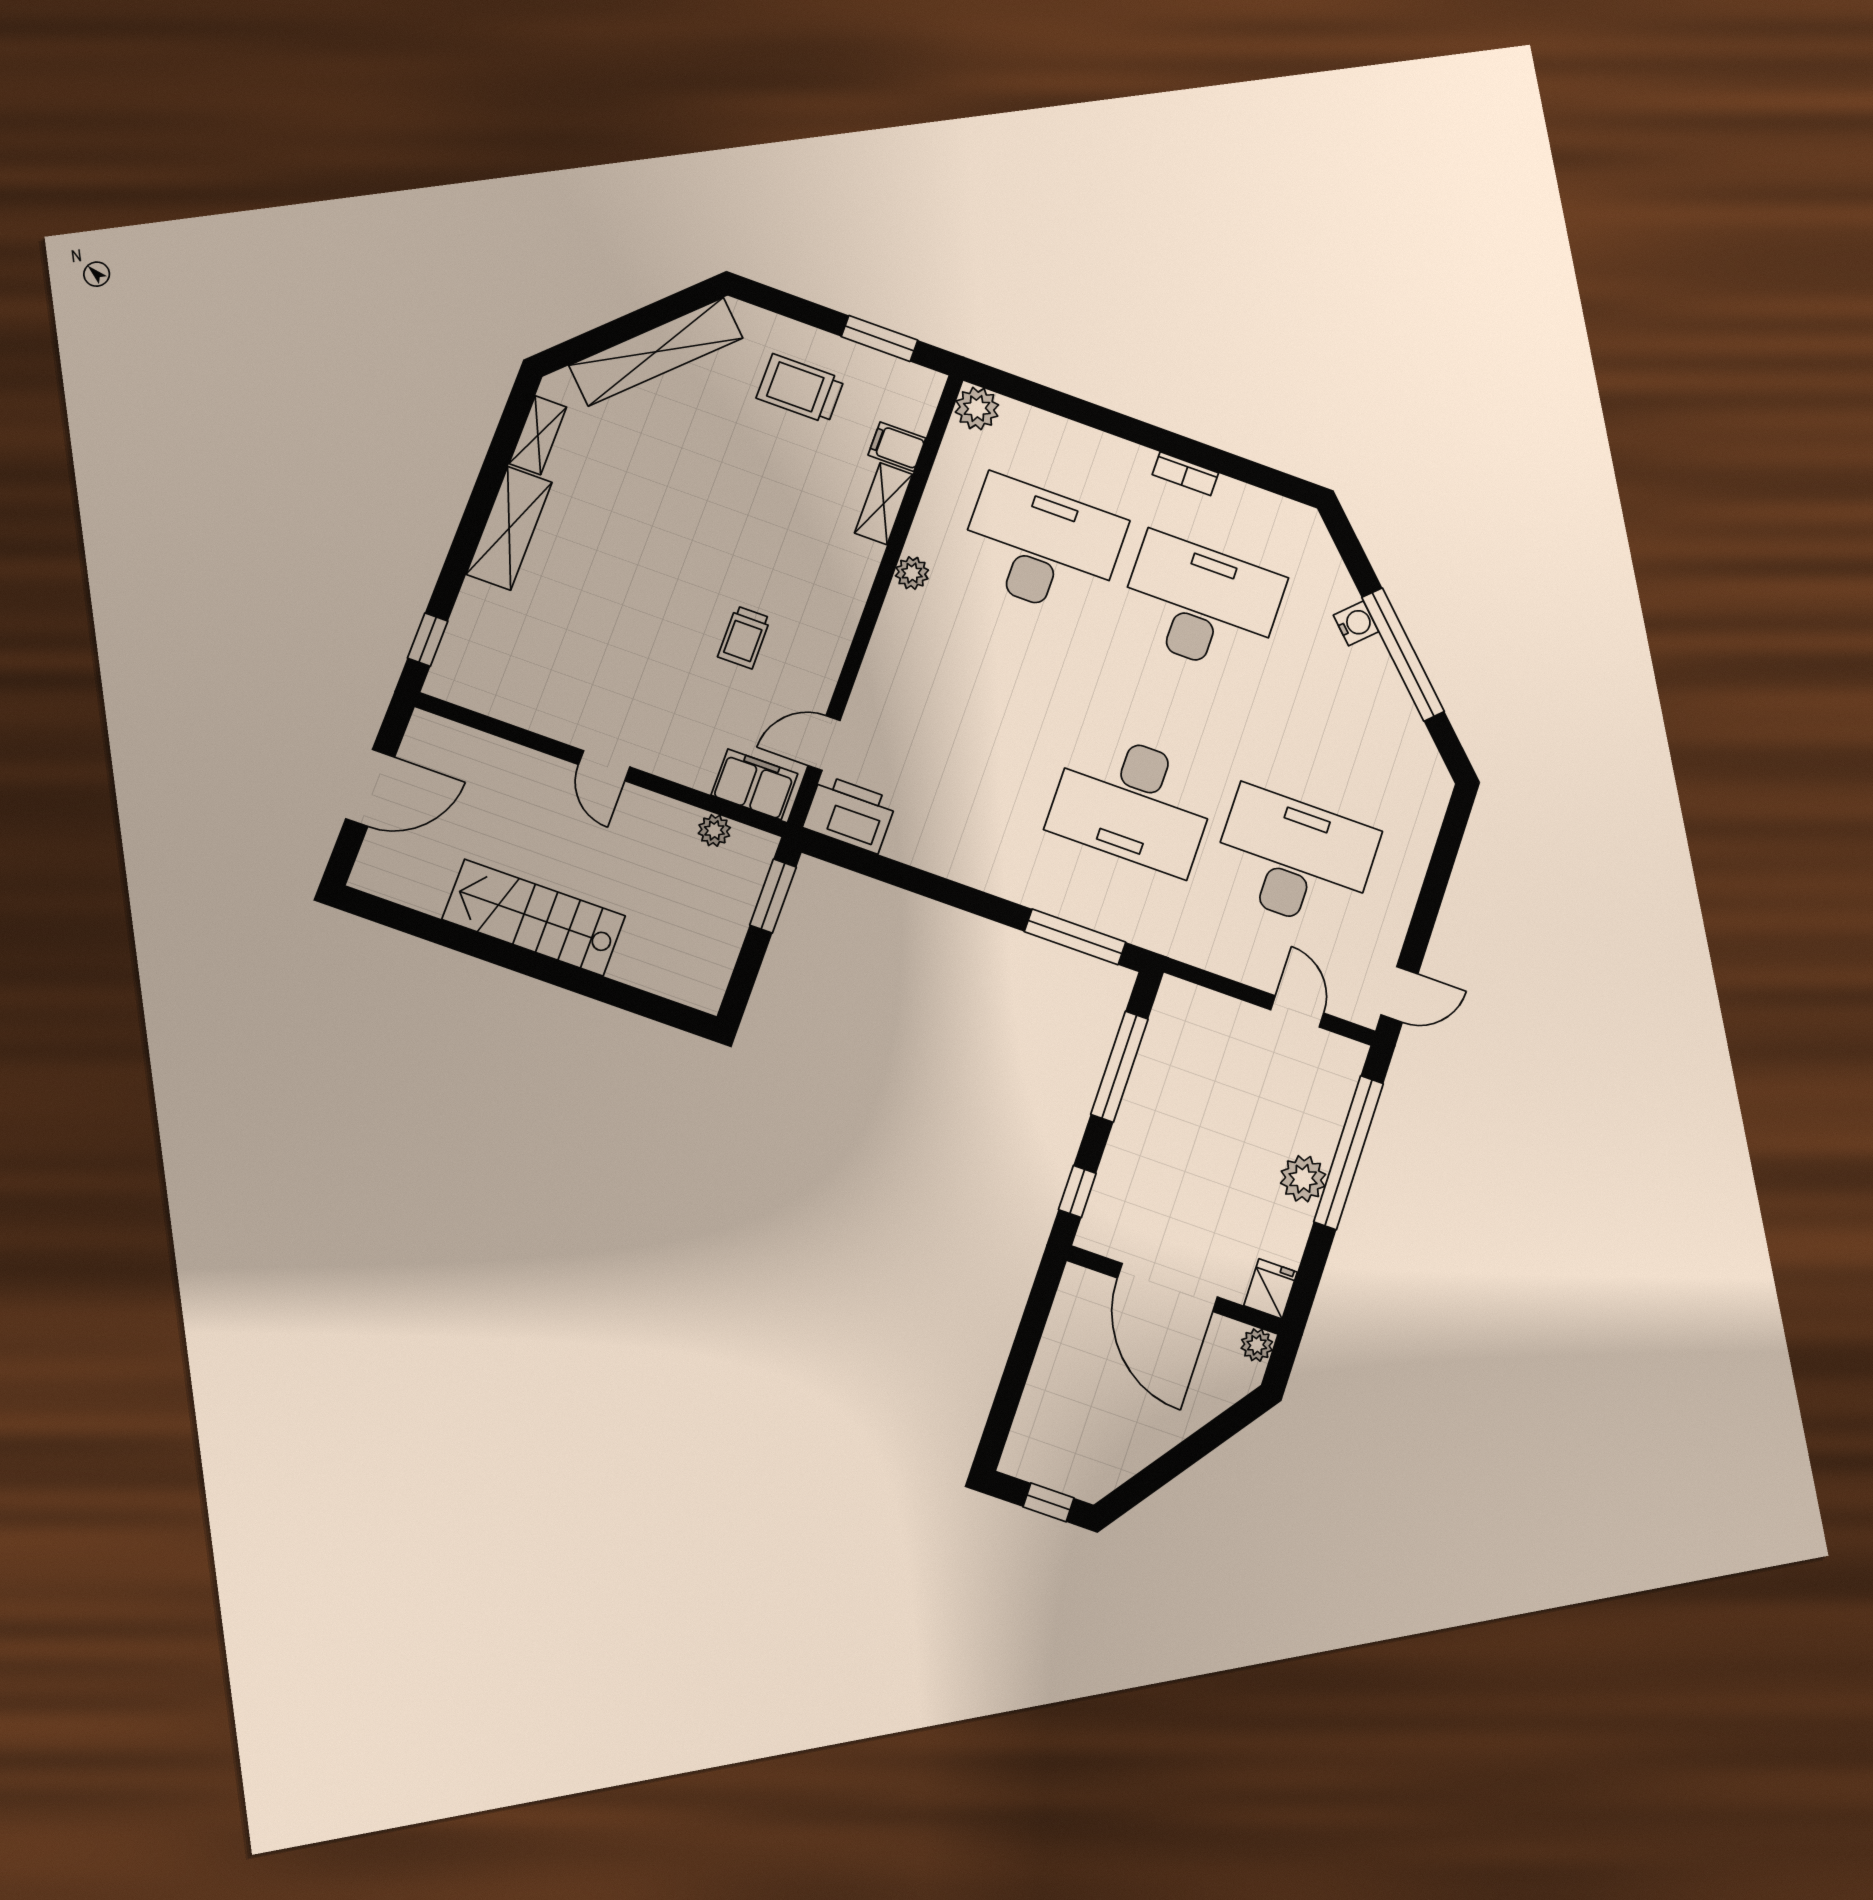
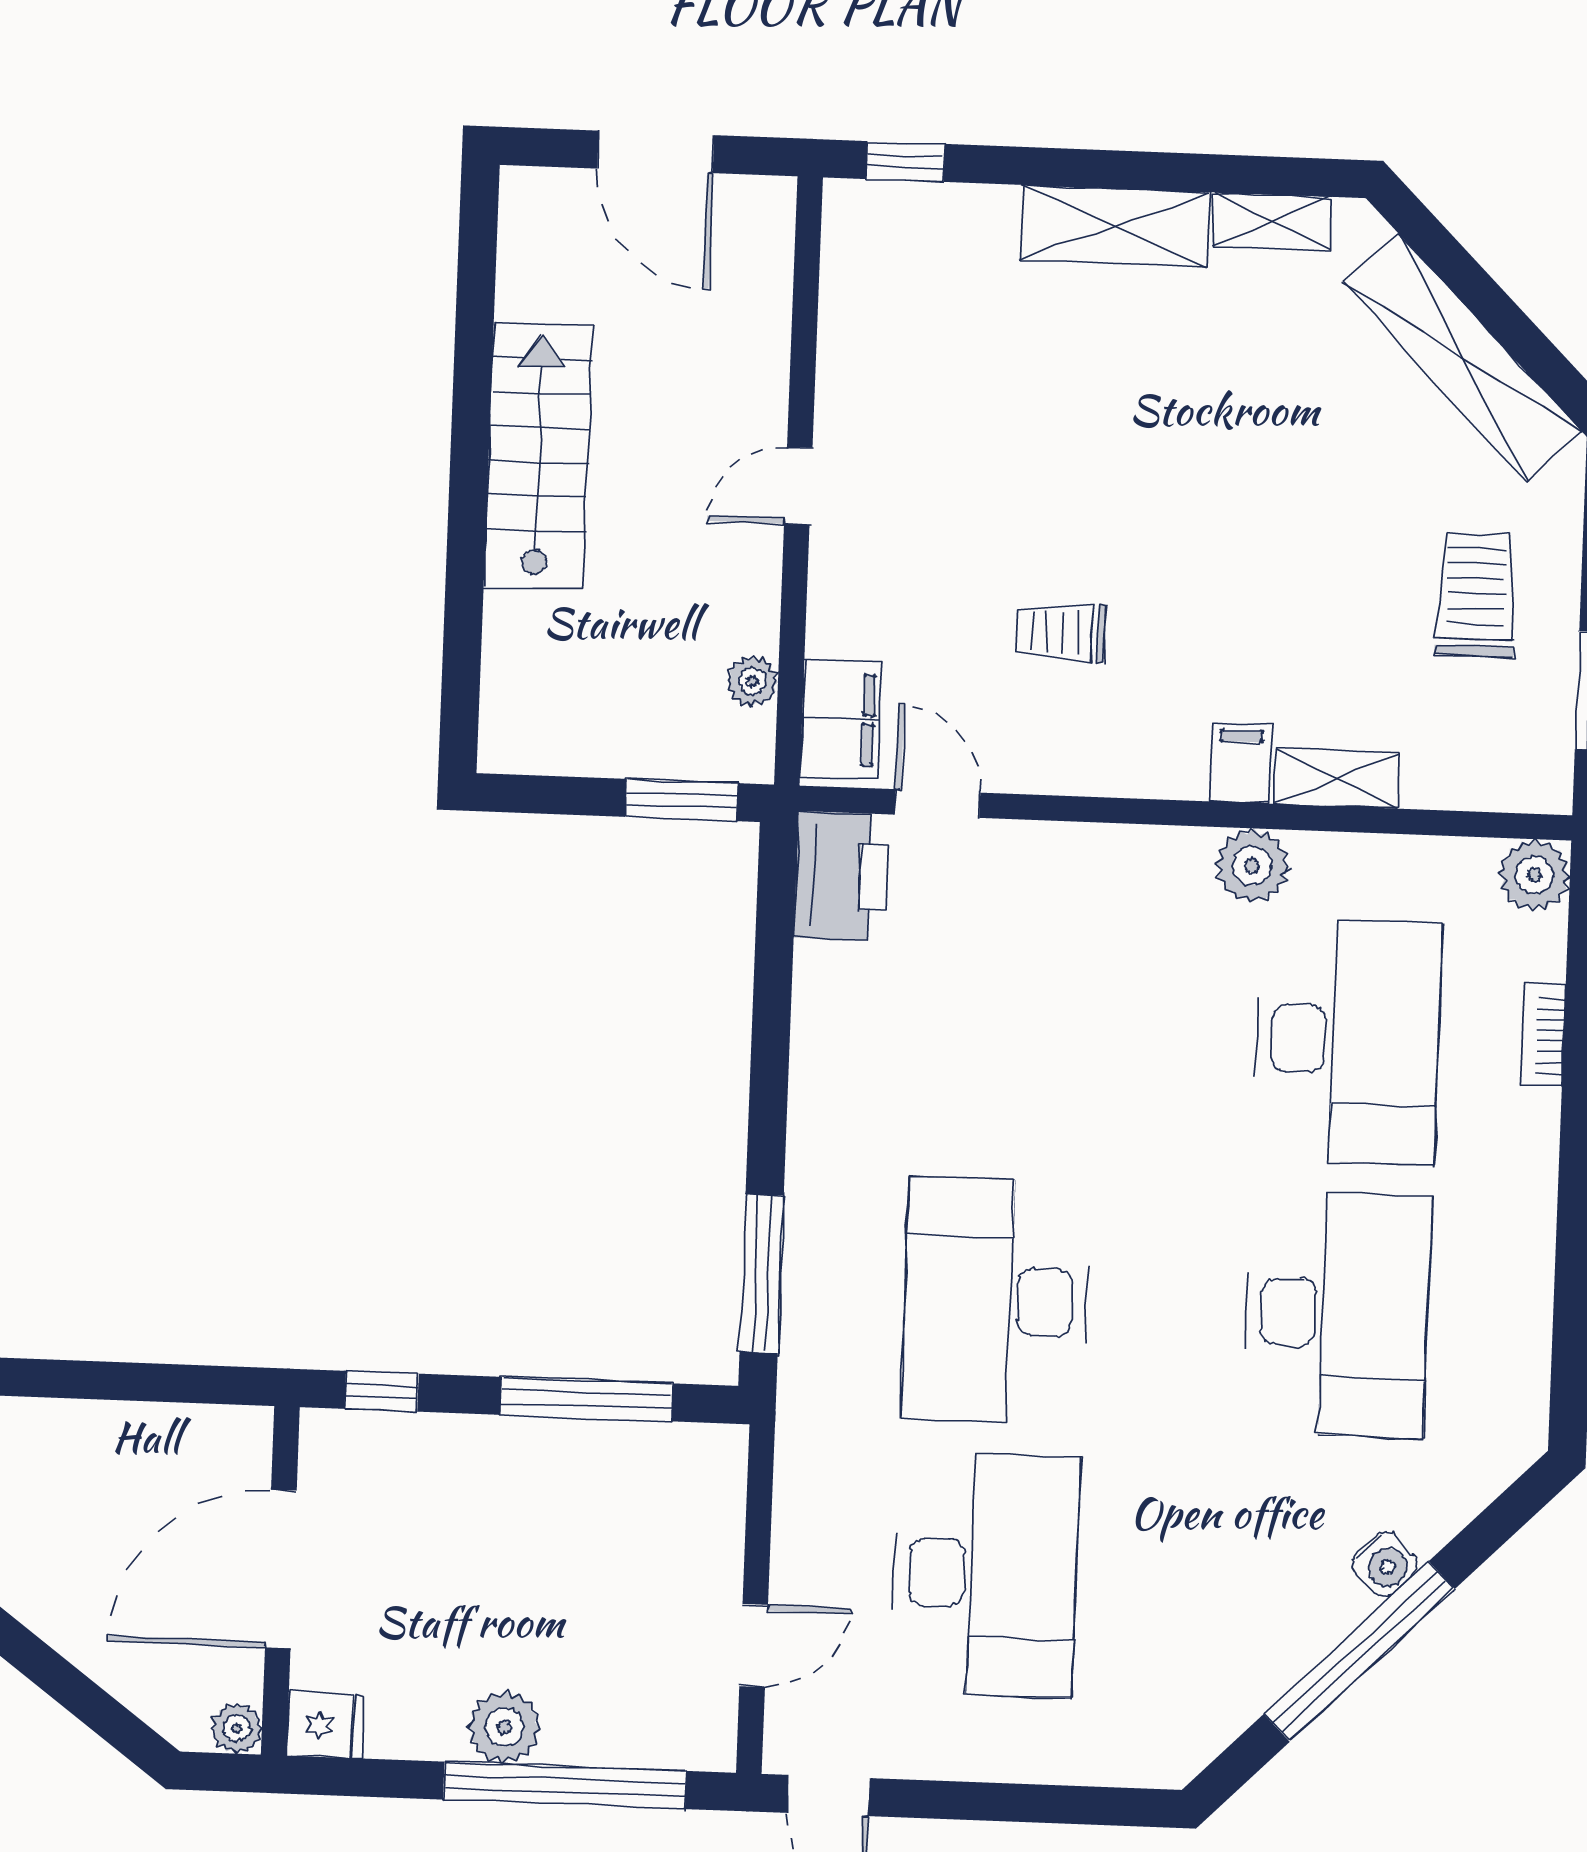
filing cabinet: (897, 447) -> (1241, 763), moved
bookcase: (1185, 474) -> (1544, 1035), moved
plant: (912, 573) -> (1252, 866), width x1.38, depth x1.38

